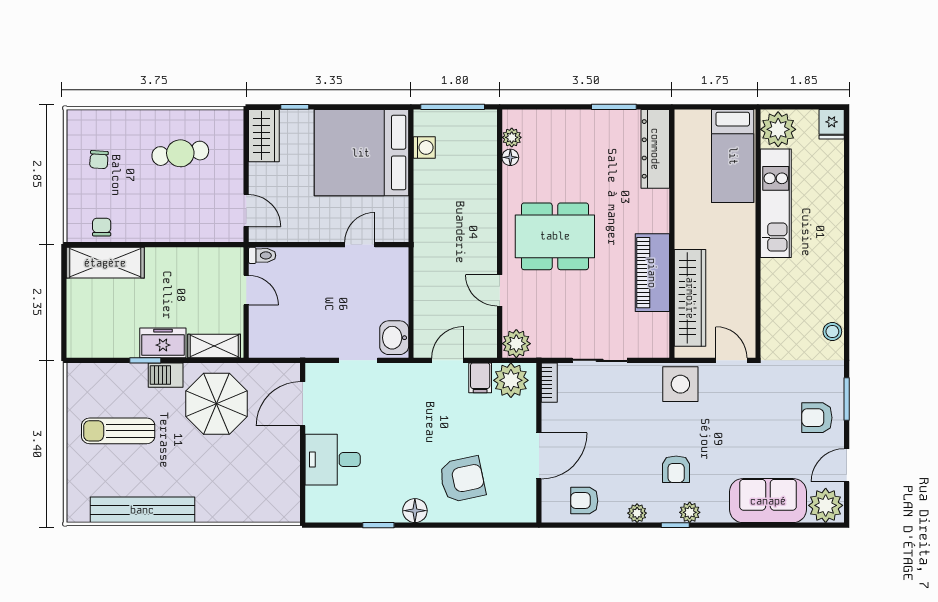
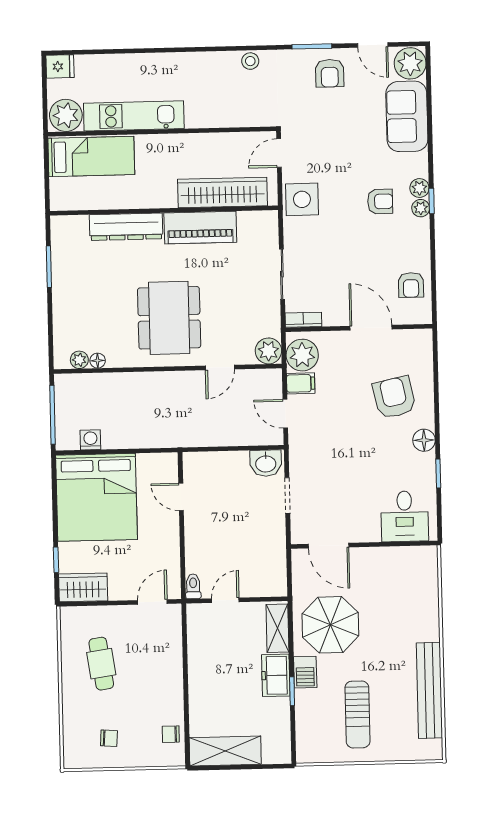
dresser: (655, 149) -> (126, 227), moved
shelving: (105, 263) -> (225, 751), moved, turned 90
desk: (333, 460) -> (405, 516), moved
plant: (637, 513) -> (421, 208), moved

